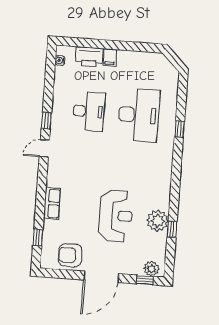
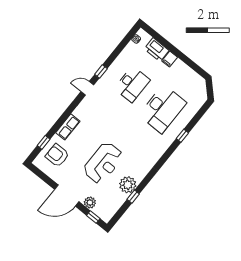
armchair: (70, 255) -> (57, 155), moved
plant: (151, 269) -> (90, 203), moved

